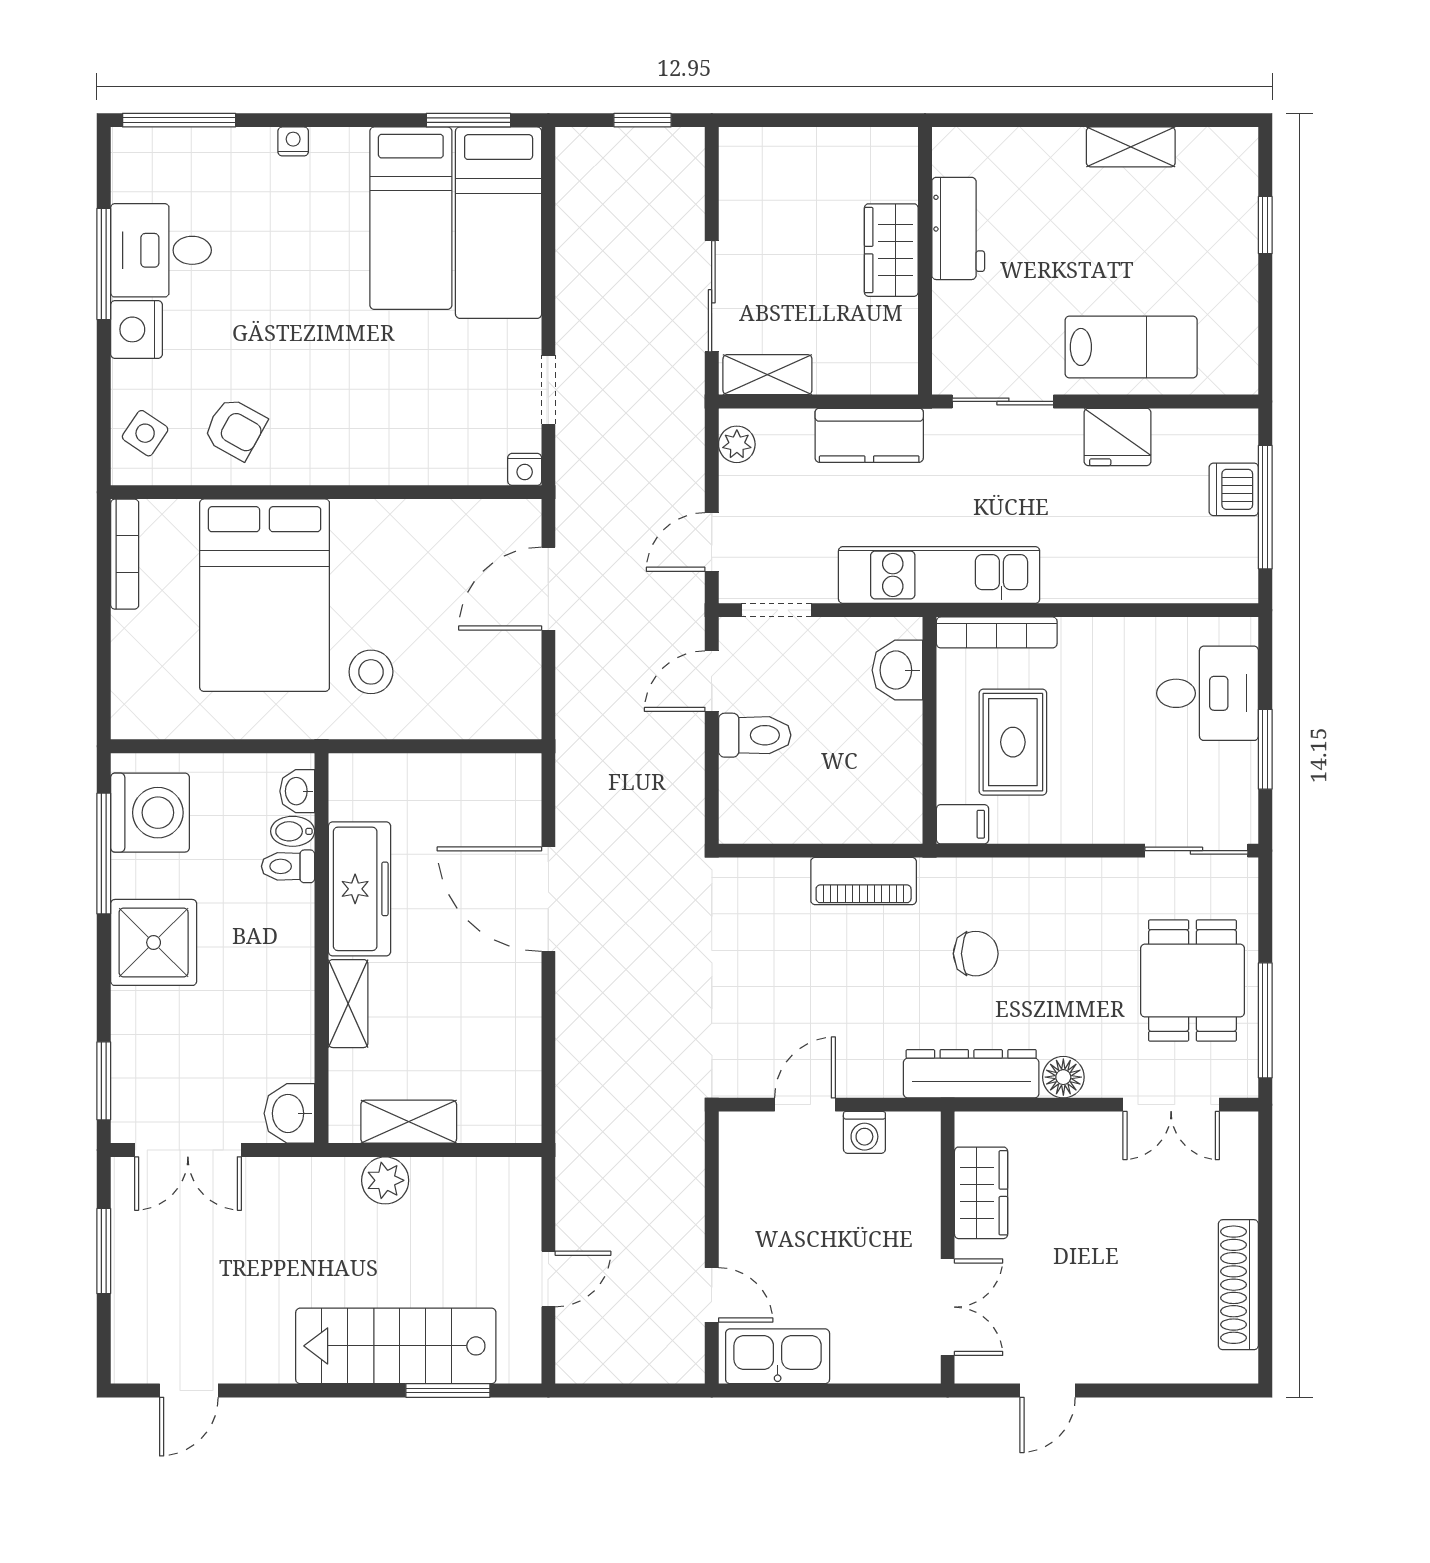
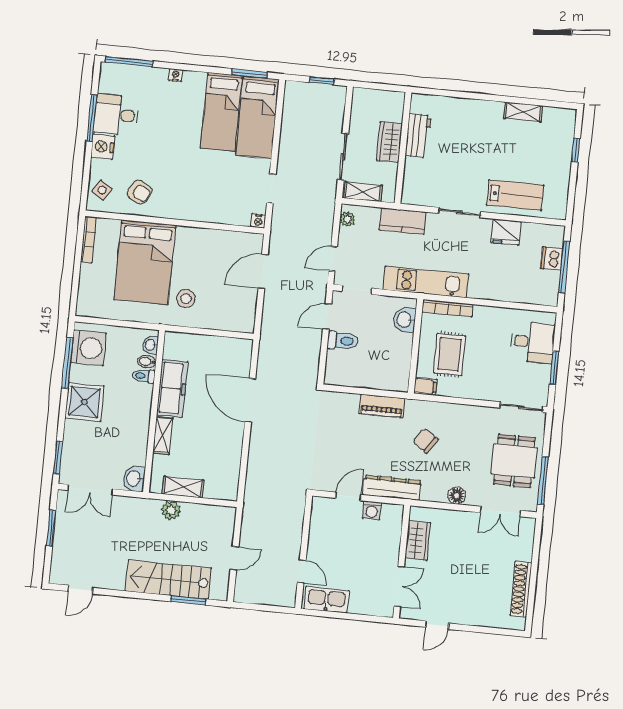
workbench: (958, 228) -> (418, 136), moved
wardrobe: (891, 250) -> (389, 142), moved
wall: (925, 261) -> (403, 148), moved
chair: (976, 954) -> (425, 441), turned -146
dresser: (971, 1074) -> (392, 488), moved

